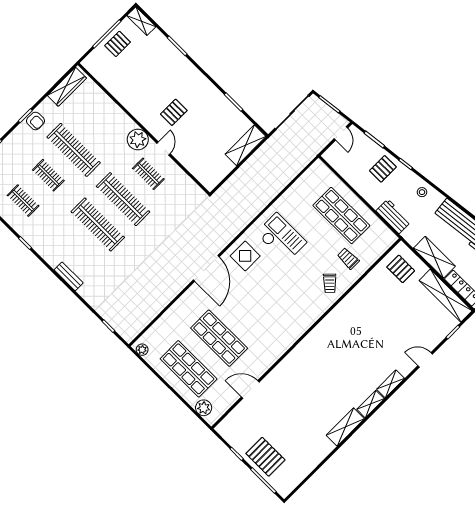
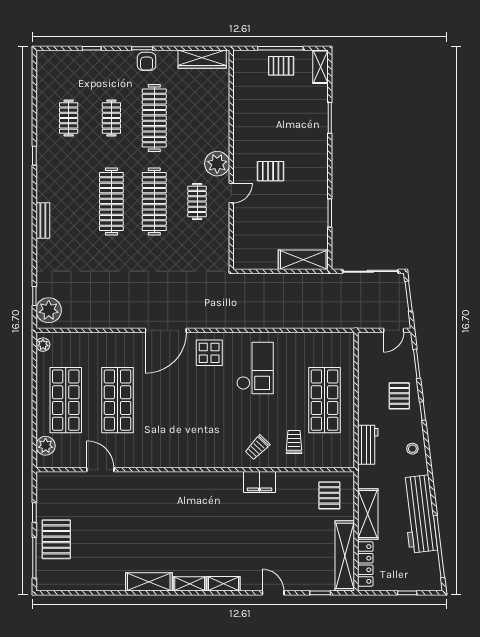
pallet: (383, 169) -> (399, 396), turned 90
filing cabinet: (351, 302) -> (260, 482), added
plant: (125, 326) -> (49, 310), added

